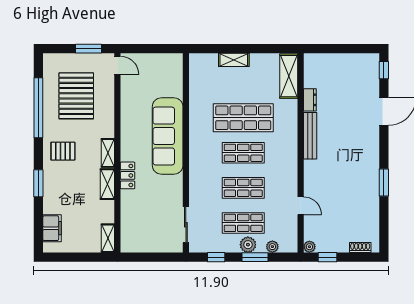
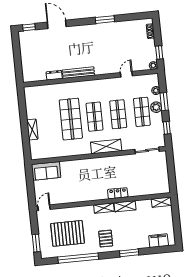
window: (89, 49) -> (36, 243), moved
shelving: (289, 76) -> (106, 147), moved
sofa: (168, 136) -> (46, 171), moved, width x0.54, depth x0.79

